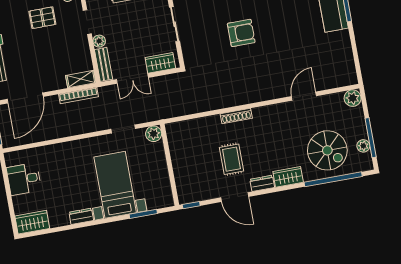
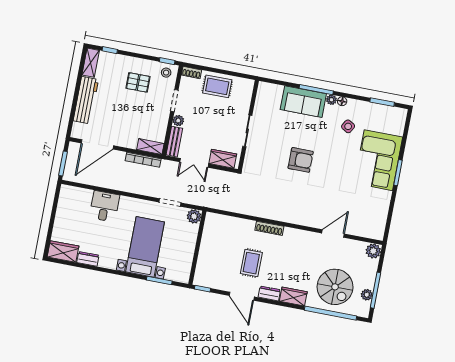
desk: (24, 179) -> (104, 206), moved, turned 90
dresser: (81, 216) -> (88, 259), moved

